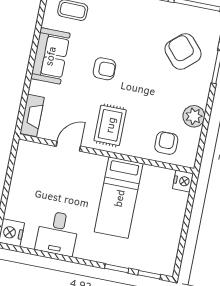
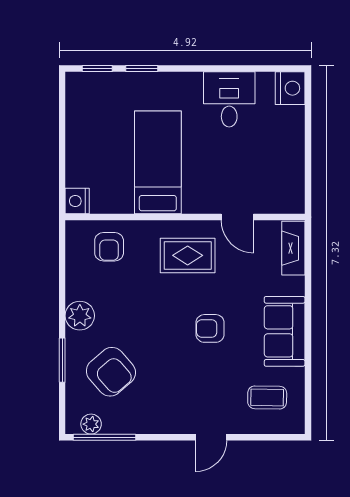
plant: (205, 16) -> (91, 424), added
plant: (194, 116) -> (80, 316), moved
rug: (110, 125) -> (188, 255), turned 90
door: (68, 146) -> (237, 217), hinge flipped

